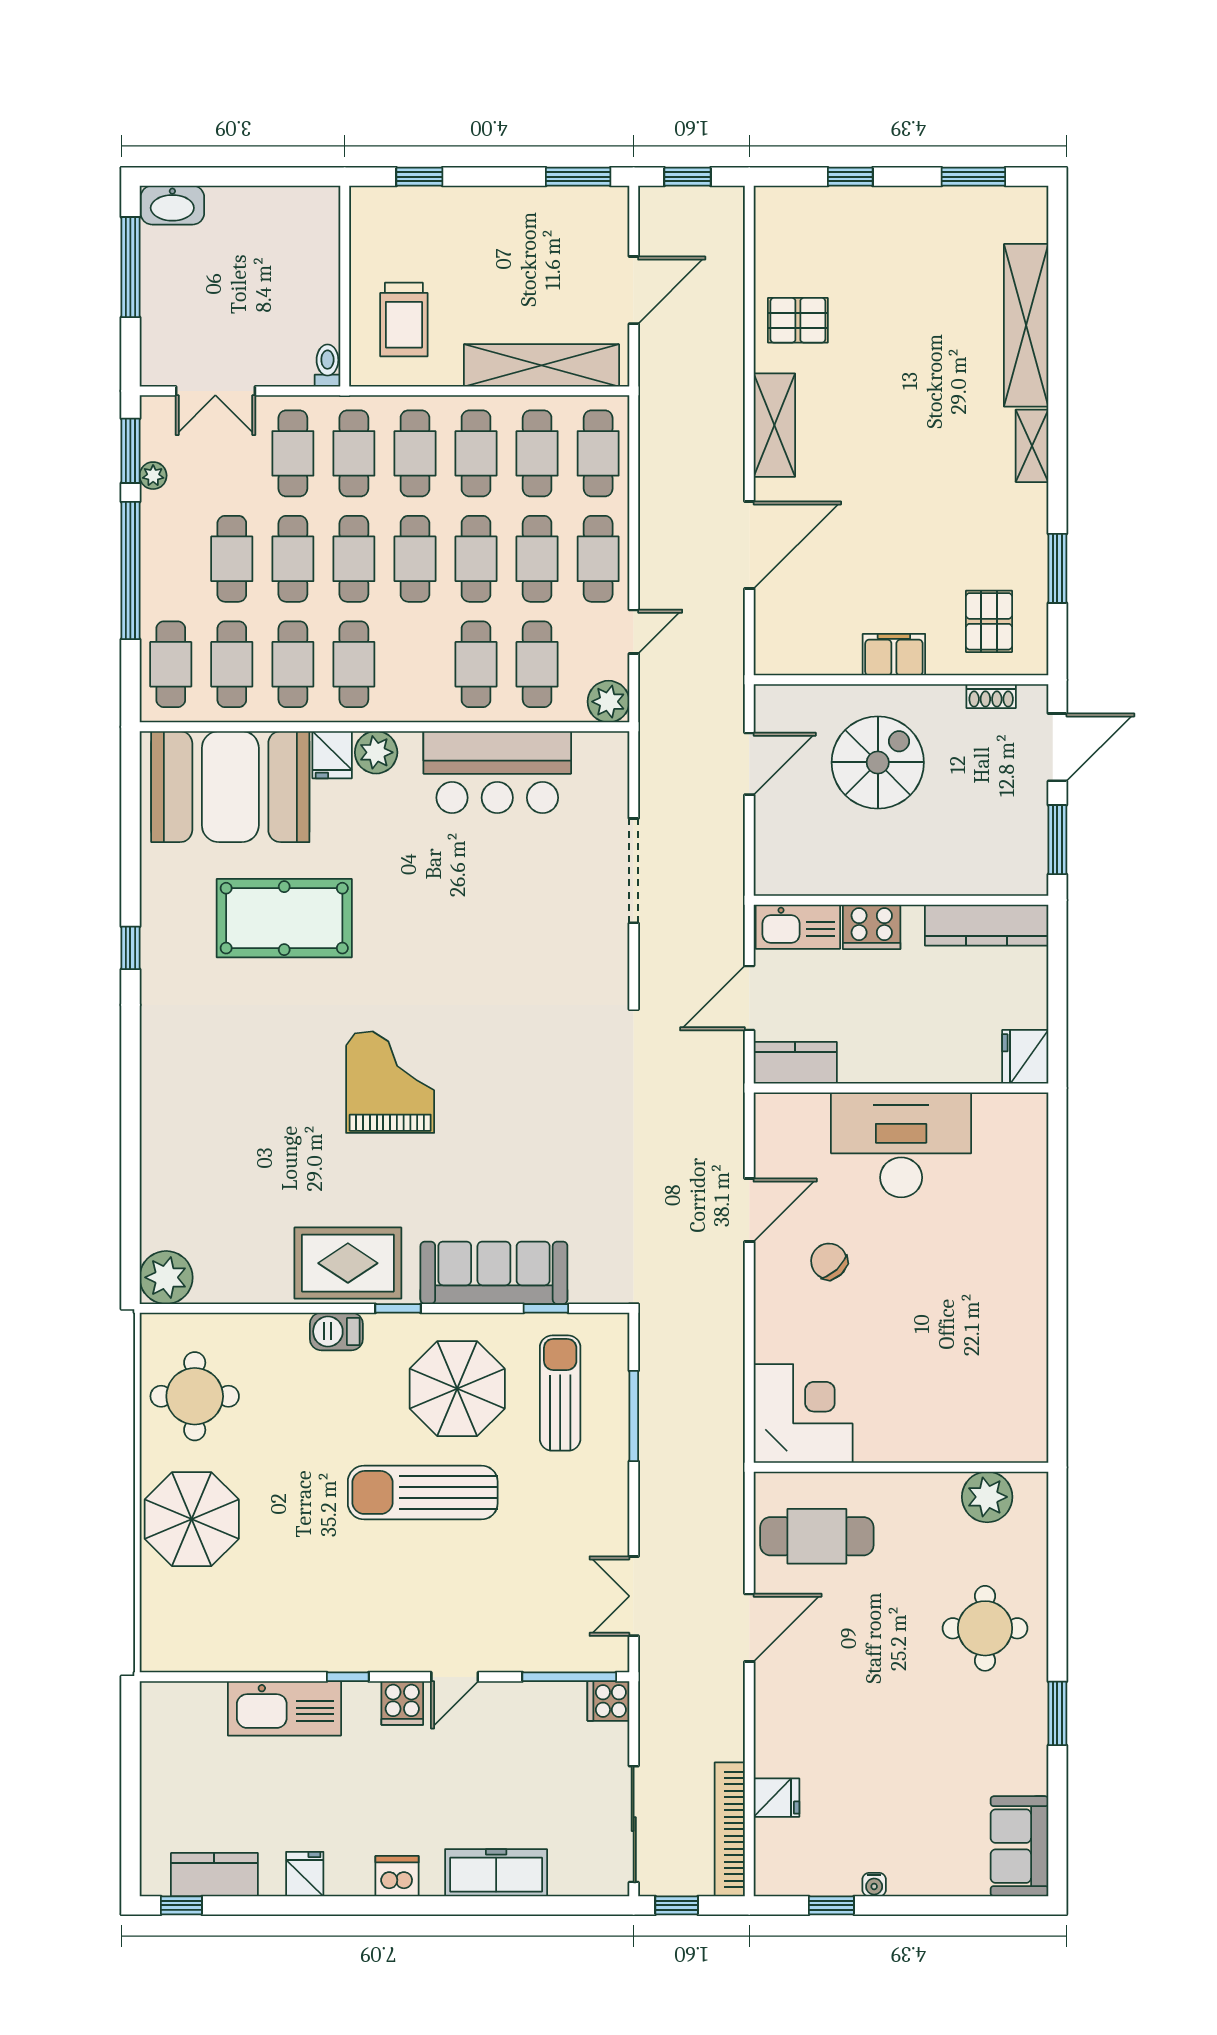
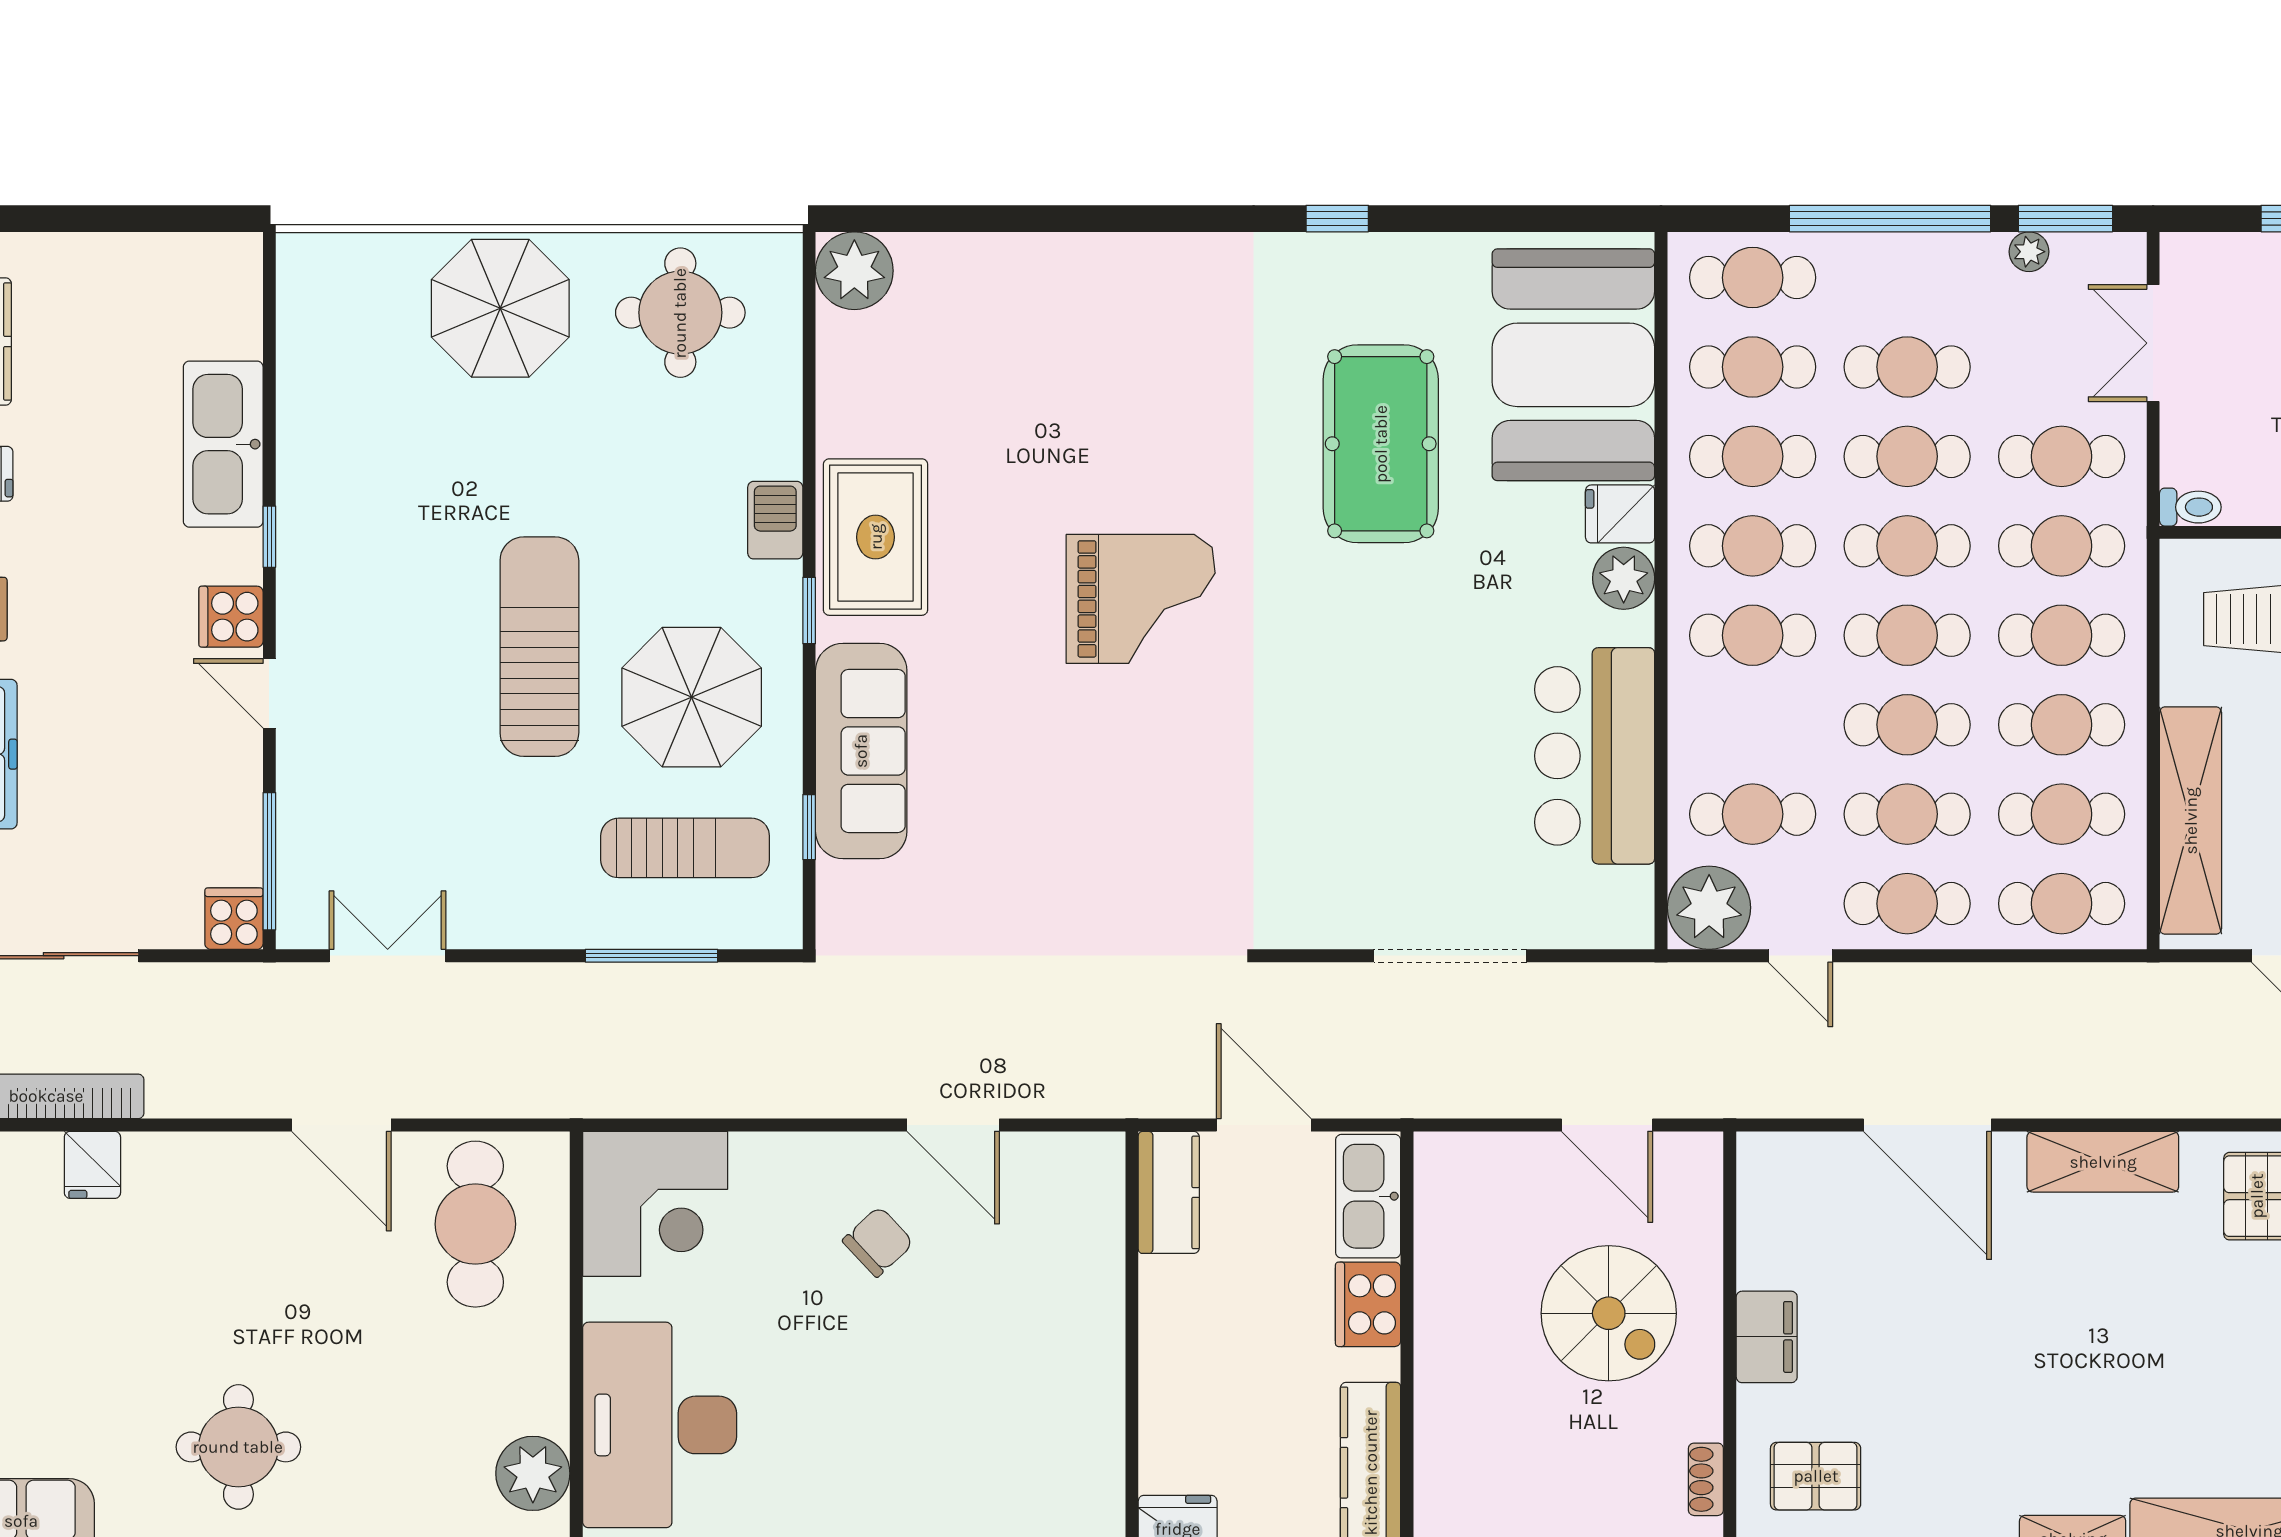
cafe table: (476, 664) -> (1753, 635), moved
plant: (608, 702) -> (1709, 908), width x1.36, depth x1.36
desk: (901, 1145) -> (660, 1425), moved, turned 180
round table: (985, 1628) -> (238, 1447), moved

